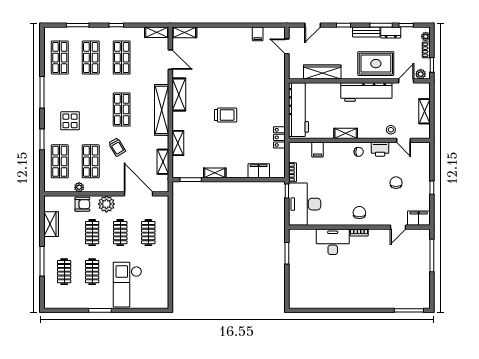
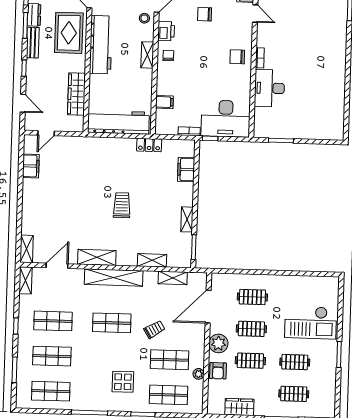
filing cabinet: (258, 34) -> (31, 166), width x2.00
shelving: (346, 133) -> (147, 55), moved
armchair: (82, 204) -> (218, 371), turned 180

